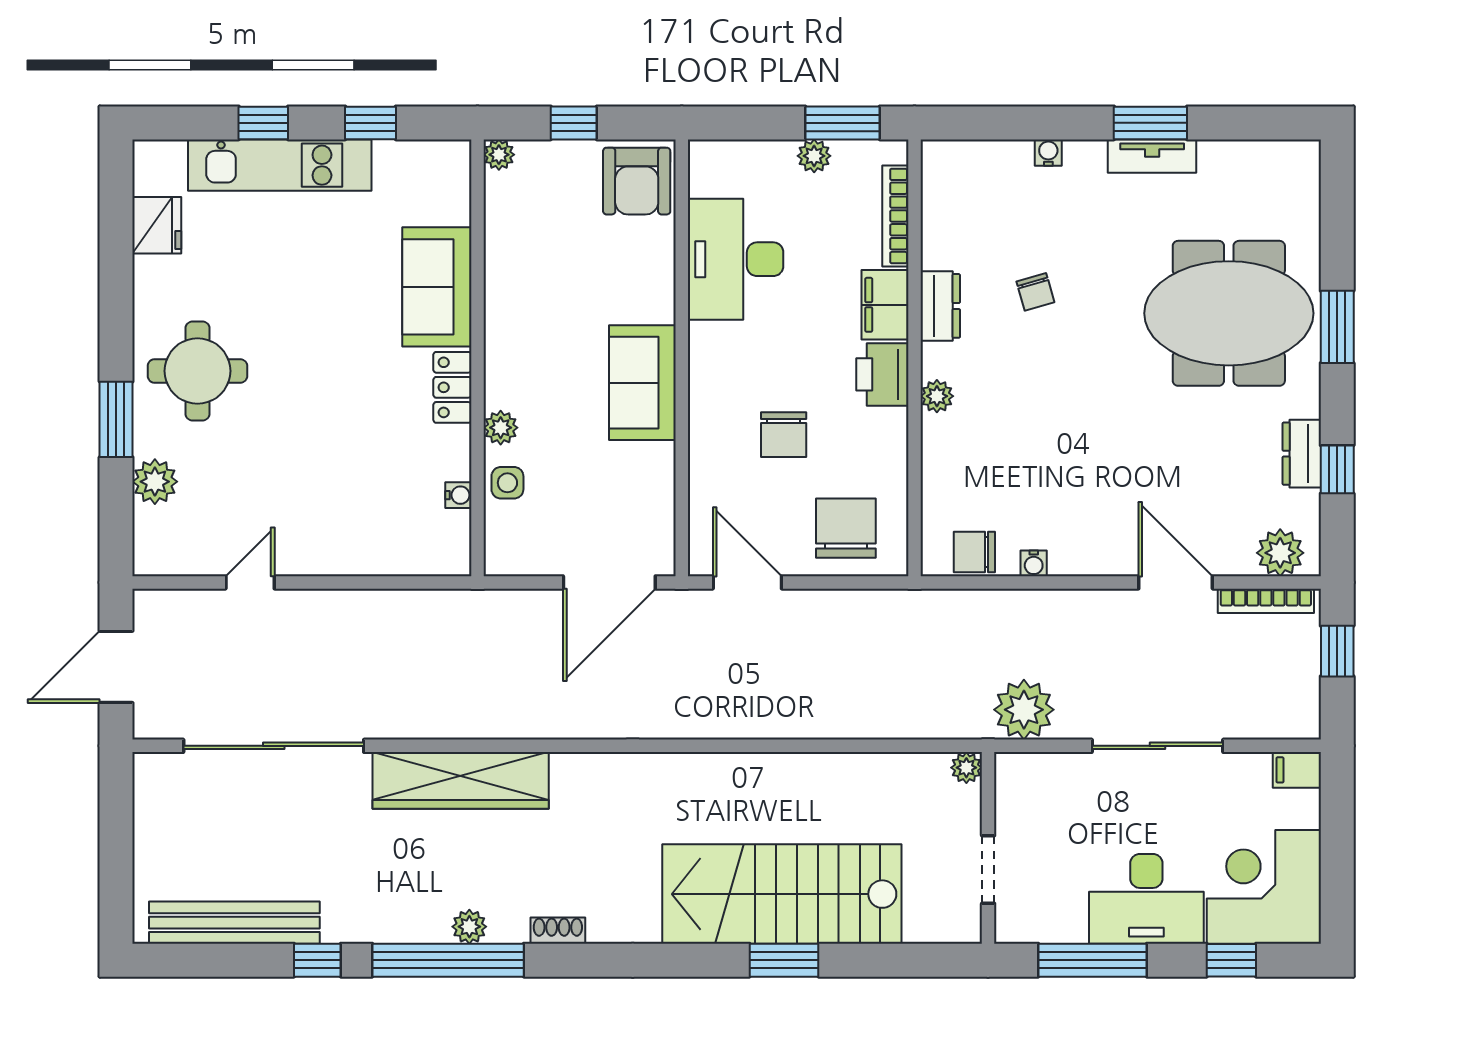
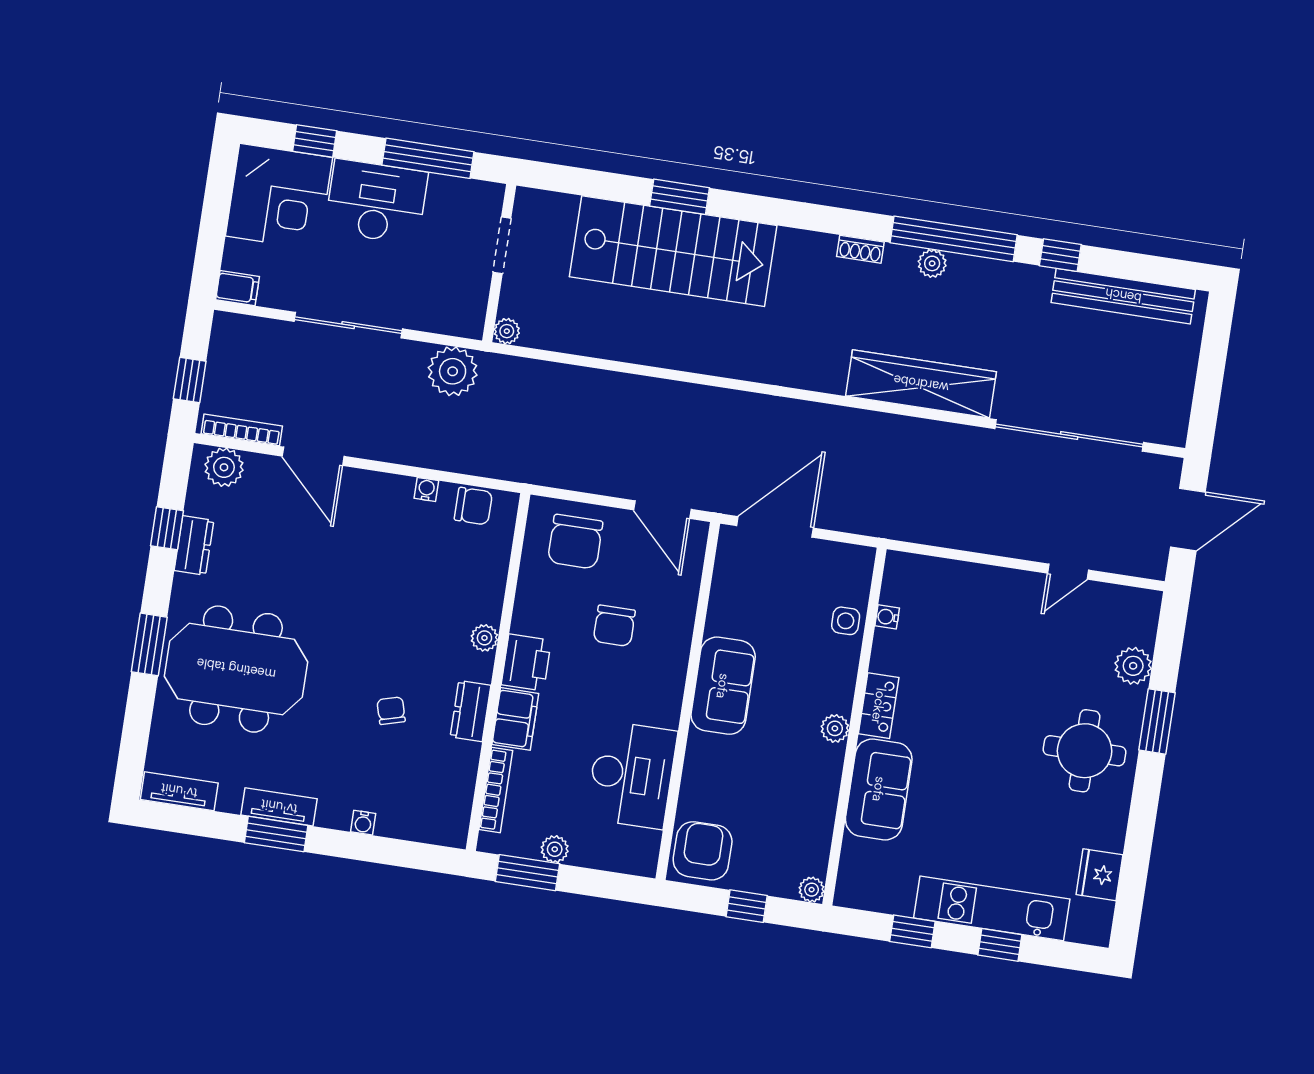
tv unit: (1274, 157) -> (179, 791), added
plant: (501, 428) -> (835, 728), moved
chair: (784, 435) -> (614, 626), turned 180

